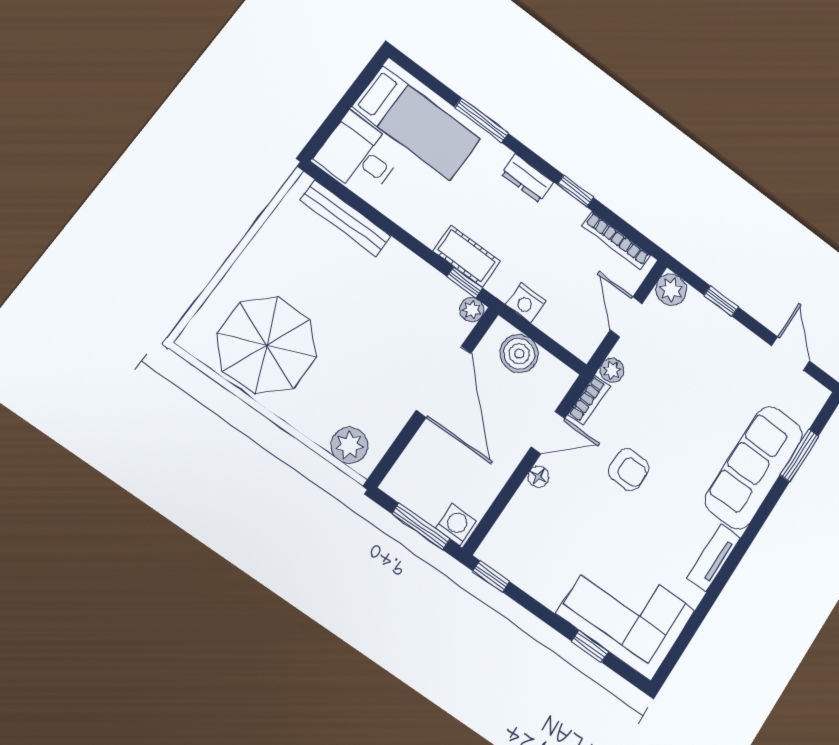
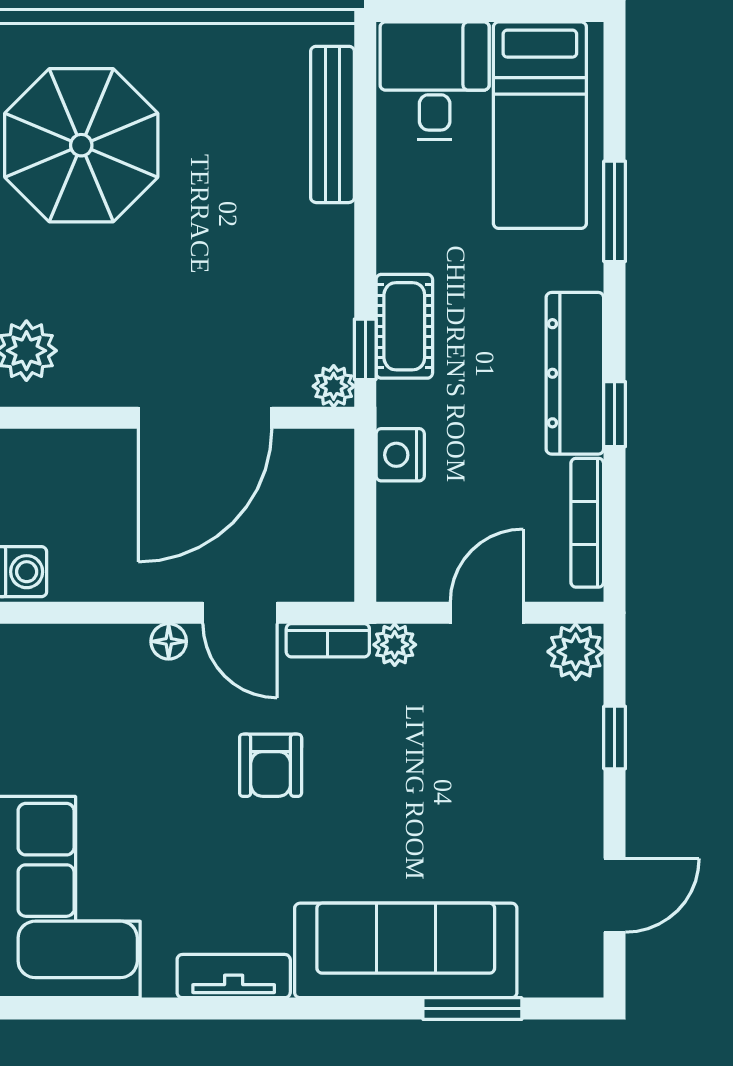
dresser: (527, 178) -> (575, 373), width x1.96, depth x1.24
boiler: (519, 354) -> (321, 496), removed

